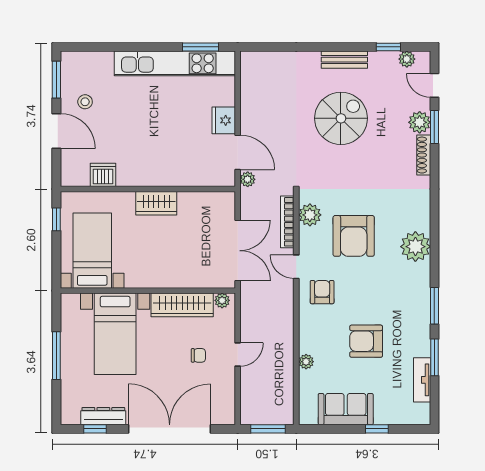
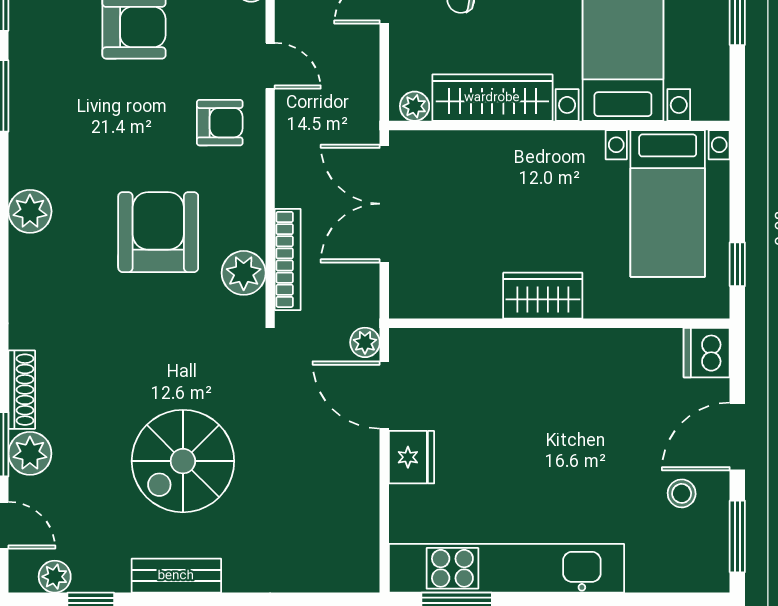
door: (56, 131) -> (737, 437), hinge flipped
dishwasher: (103, 175) -> (707, 353), moved, turned 90
plant: (415, 247) -> (30, 211), width x0.73, depth x0.73
door: (296, 267) -> (270, 66), moved
armchair: (322, 292) -> (220, 123), turned -90

